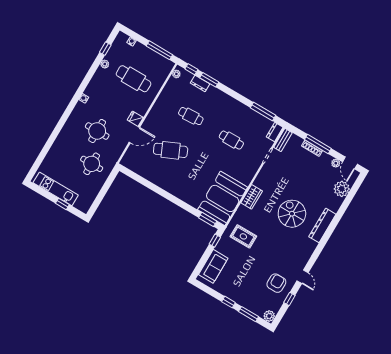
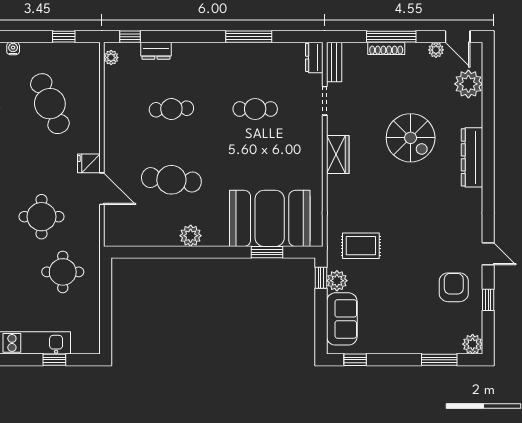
window: (159, 50) -> (64, 37), width x0.46
cafe table: (134, 79) -> (50, 104), turned 67
window: (209, 80) -> (167, 37), removed
window: (263, 112) -> (249, 37), moved
door: (134, 135) -> (102, 189), hinge flipped
cafe table: (171, 150) -> (171, 180), turned 30
plant: (164, 183) -> (191, 236), added
wardrobe: (252, 197) -> (338, 154), moved
booth: (223, 198) -> (270, 218), moved, turned 90
spiral stairs: (292, 214) -> (411, 138), moved, turned 180
window: (208, 219) -> (267, 252), moved
plant: (222, 247) -> (337, 281), added
window: (228, 302) -> (355, 360), moved

